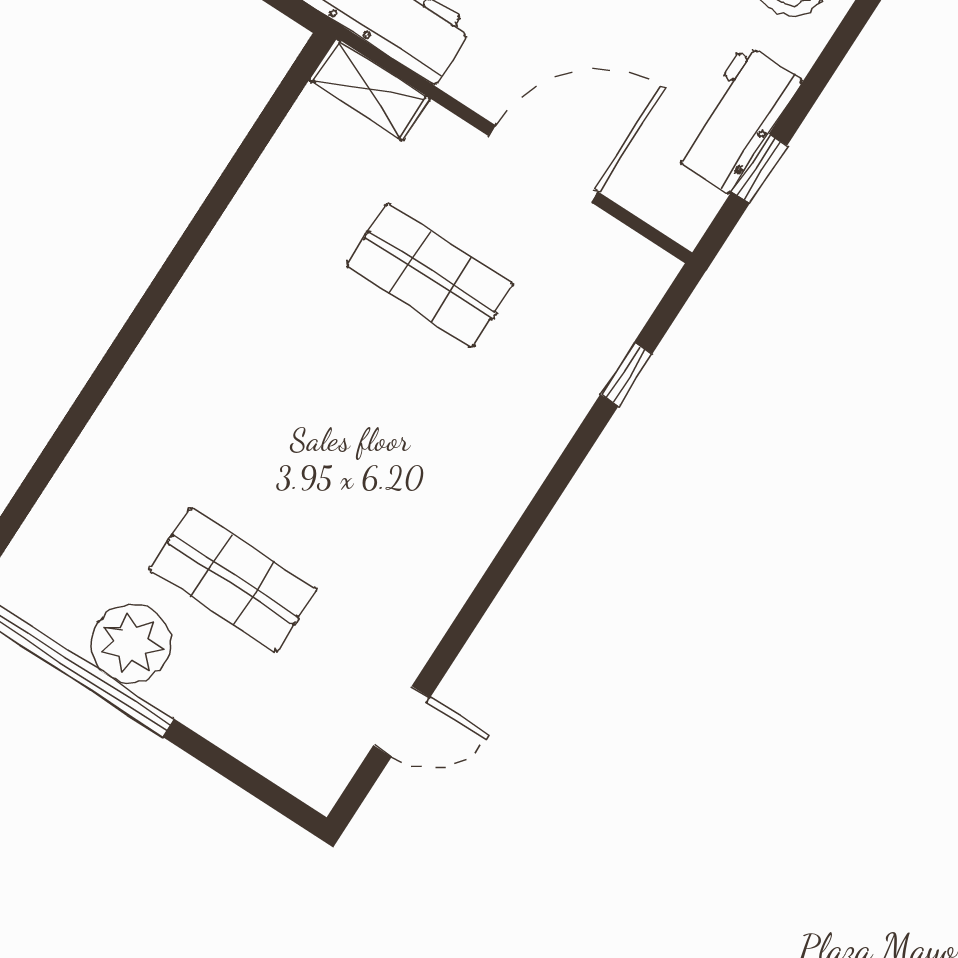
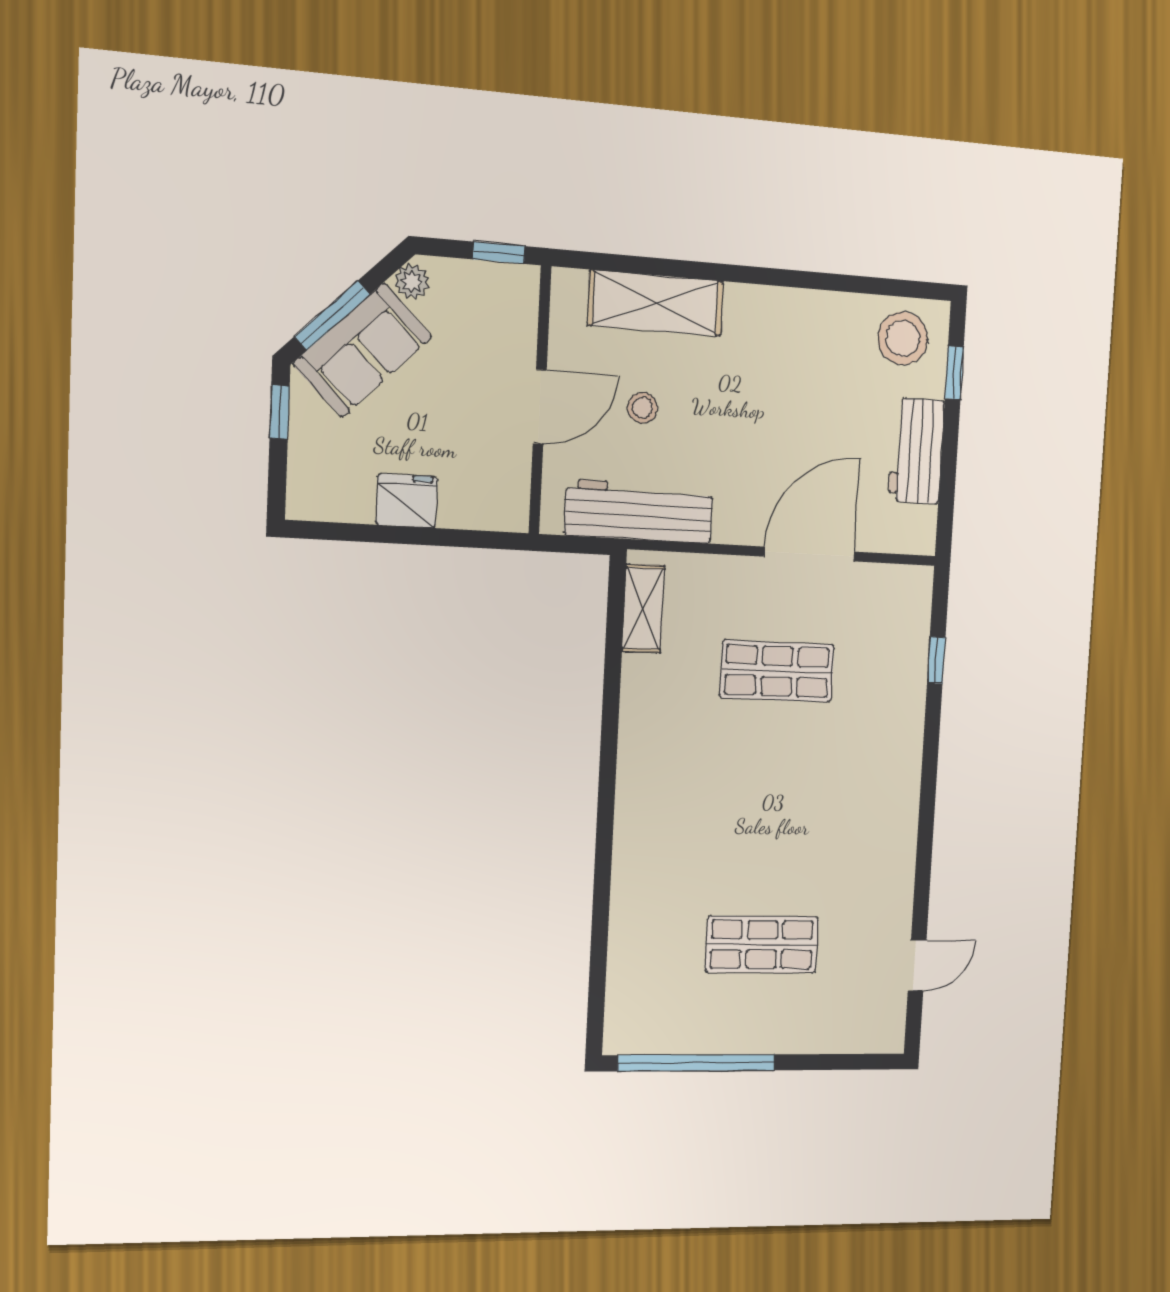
shelving: (369, 89) -> (643, 609), moved, turned 90
window: (759, 169) -> (954, 373), moved
plant: (131, 644) -> (720, 1025), removed

